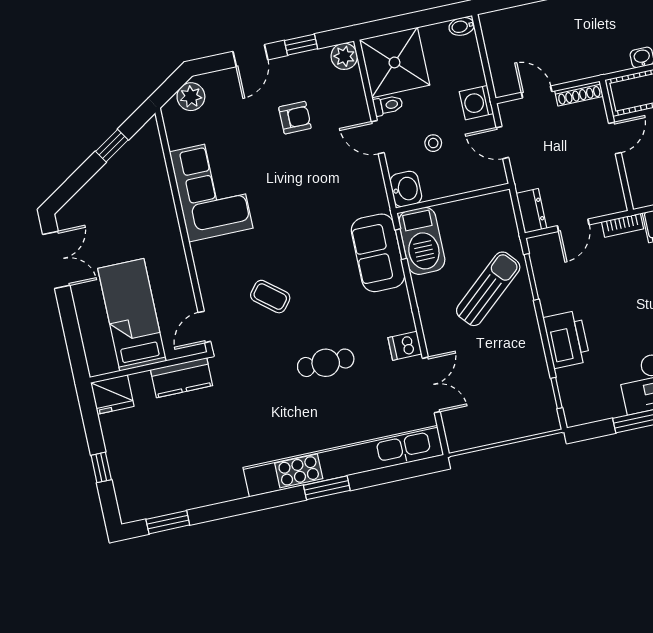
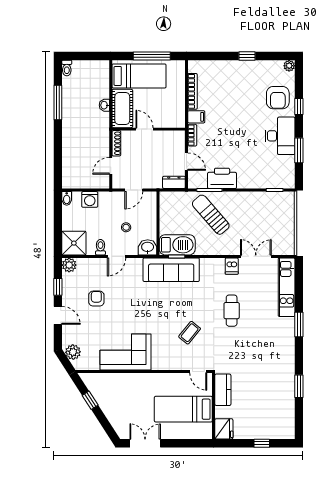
shower: (394, 62) -> (74, 243), width x0.73, depth x0.73
washing machine: (476, 103) -> (90, 199), moved
sofa: (378, 253) -> (171, 270), width x1.36
printer: (567, 339) -> (222, 178), moved
kitchen unit: (343, 461) -> (287, 287), width x0.54
window: (168, 522) -> (299, 386), moved

